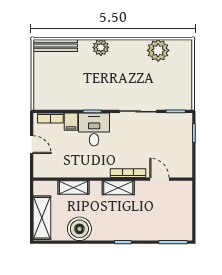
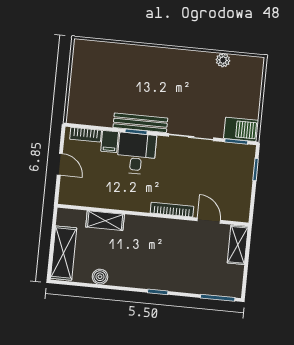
bench: (55, 46) -> (140, 123), moved
plant: (101, 47) -> (154, 56), removed
plant: (158, 50) -> (223, 60), width x0.53, depth x0.53
barbecue: (179, 101) -> (241, 129), added
shelving: (118, 188) -> (238, 245), moved, turned 90
boiler: (79, 229) -> (100, 277), width x0.54, depth x0.54

